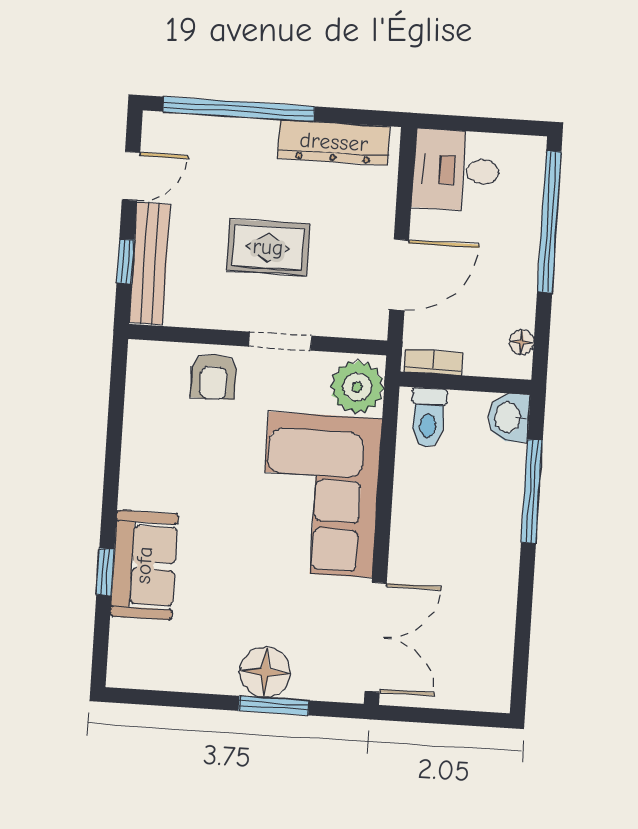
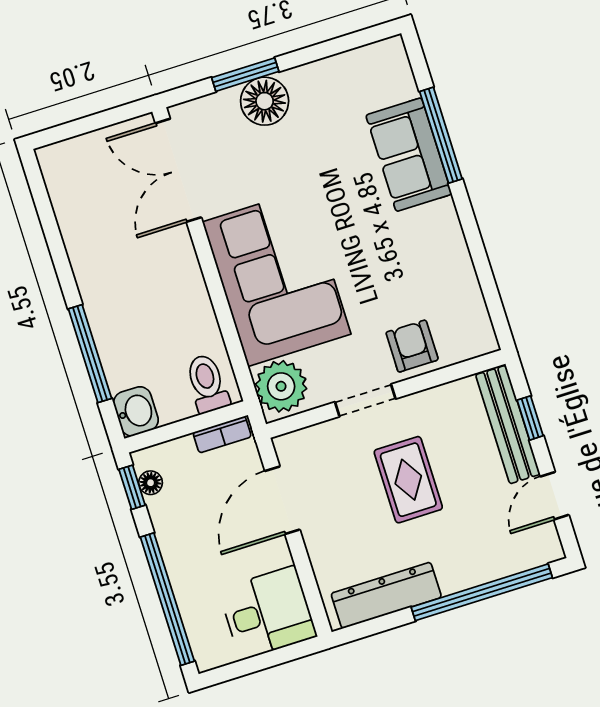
rug: (268, 247) -> (408, 480), turned 90
window: (541, 345) -> (132, 487), added
window: (105, 572) -> (441, 135), width x2.17

